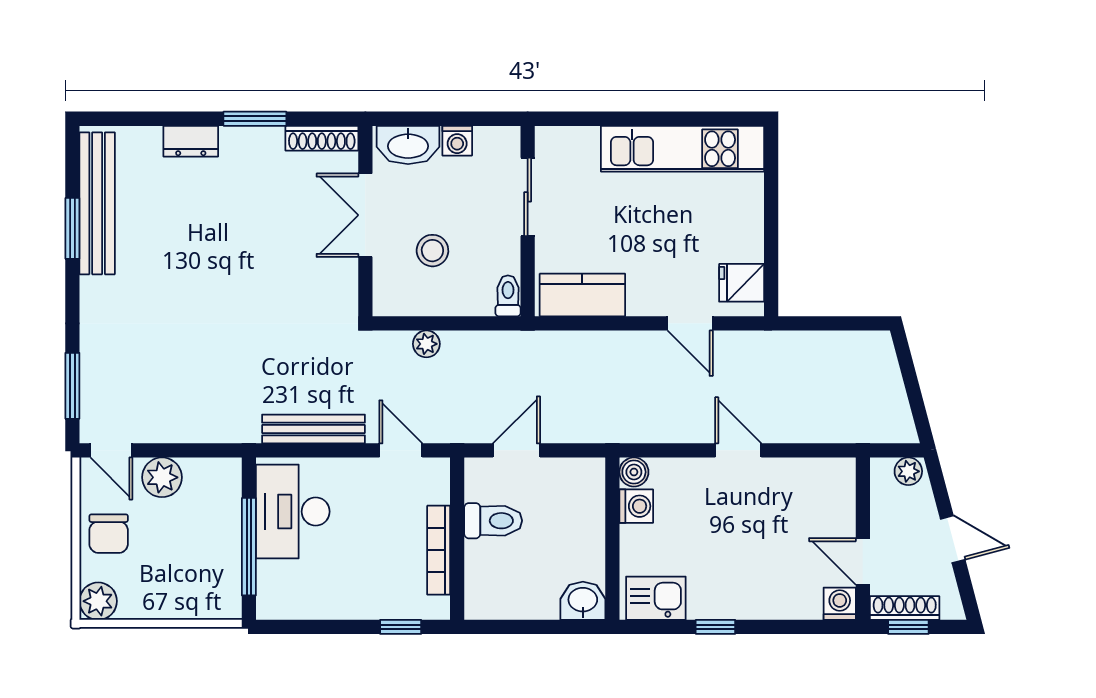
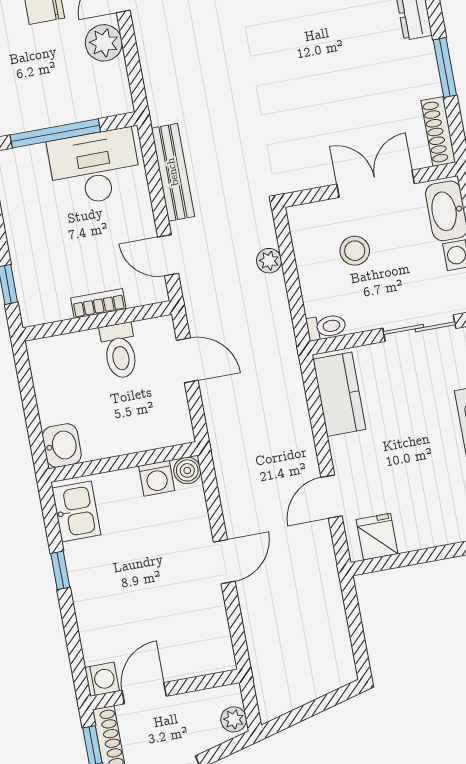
door: (401, 450) -> (168, 255), swing flipped
bookcase: (439, 550) -> (98, 303), width x0.64

